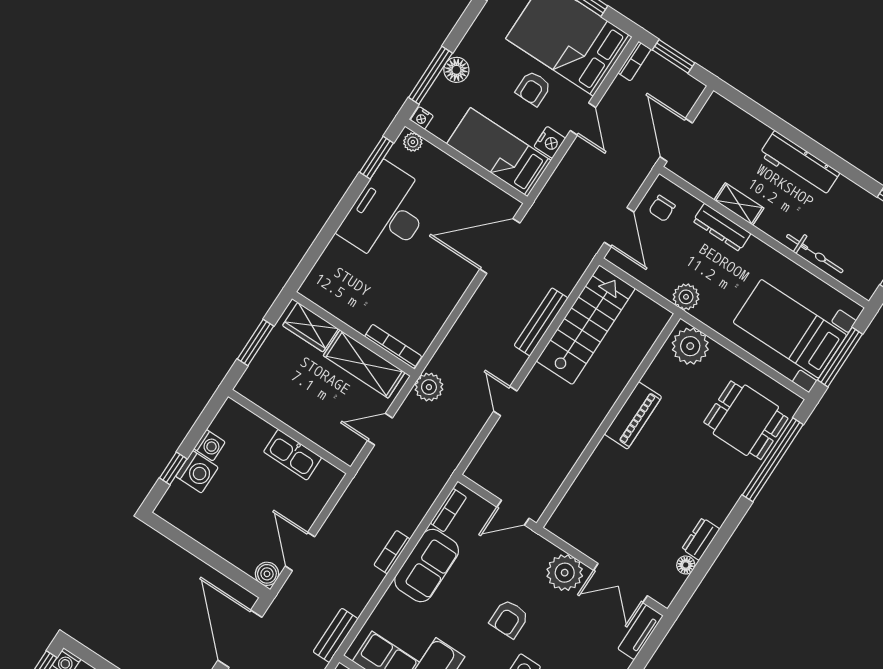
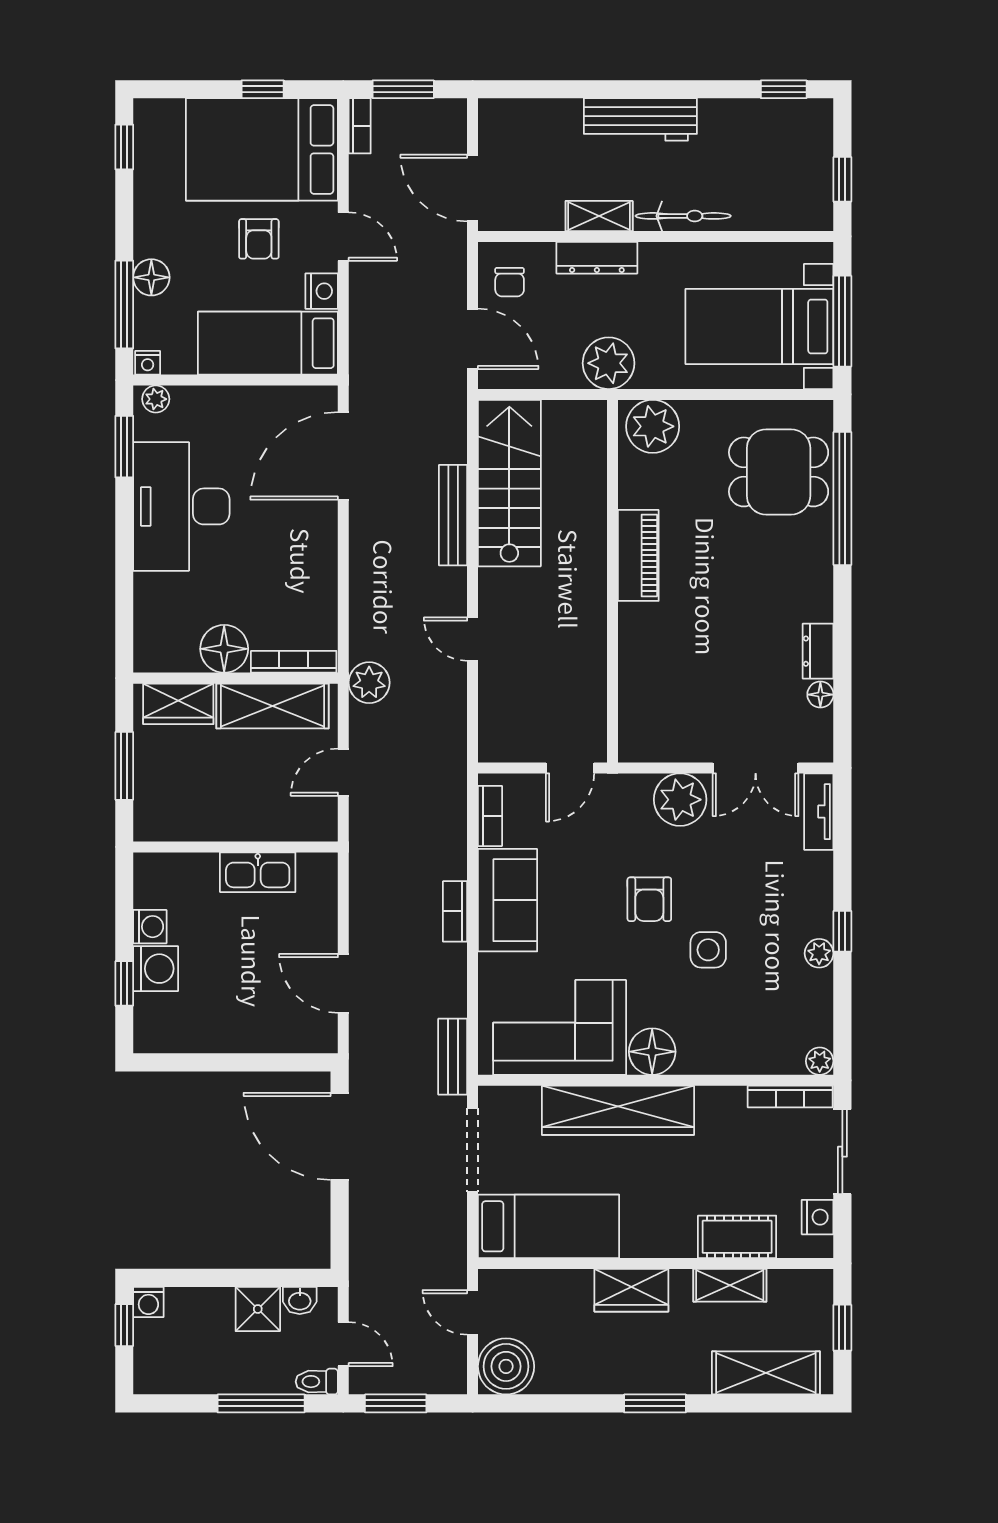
bicycle: (815, 254) -> (683, 216), moved
plant: (686, 297) -> (609, 363), width x1.36, depth x1.36
floor lamp: (358, 313) -> (224, 649), added
boiler: (267, 574) -> (321, 1037), removed

